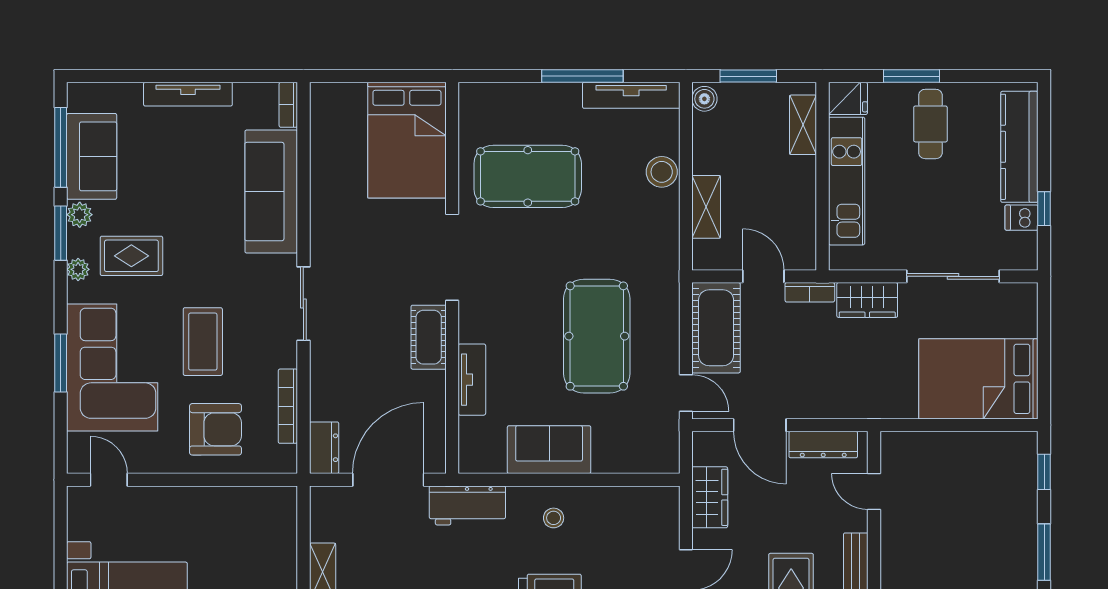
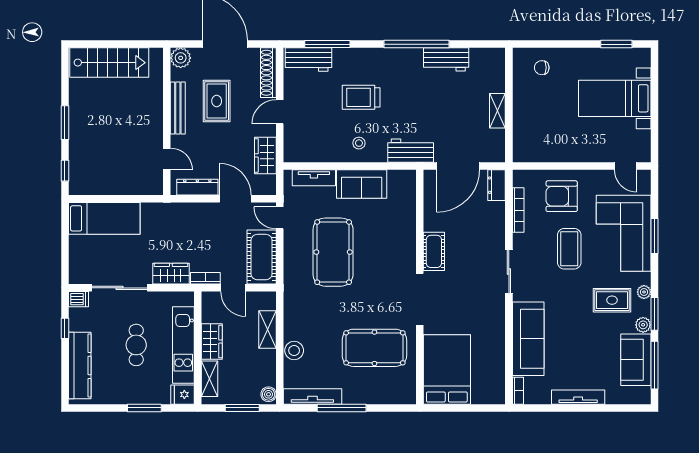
cafe table: (930, 124) -> (136, 345), moved
wardrobe: (799, 187) -> (212, 342), added
dishwasher: (1022, 218) -> (78, 299), moved
bed: (978, 379) -> (104, 218), width x0.67
tv unit: (472, 380) -> (314, 178), moved, turned -90

